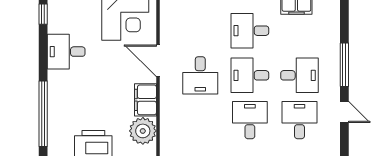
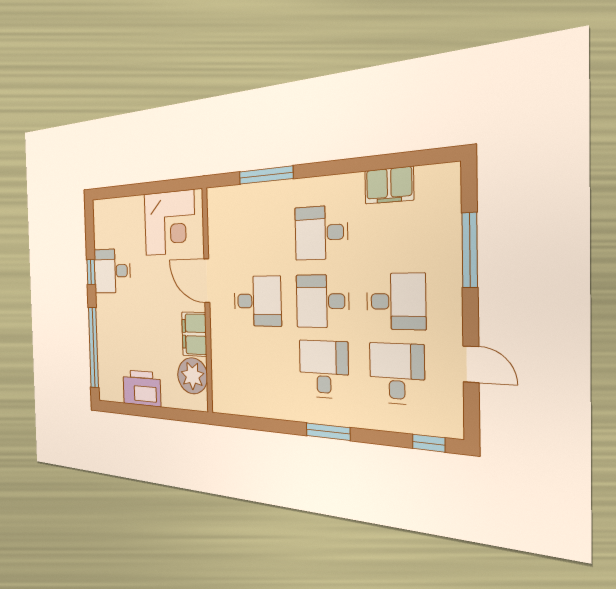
window: (43, 14) -> (91, 272), moved
window: (344, 65) -> (470, 250), moved
desk: (200, 75) -> (257, 301), turned -90

